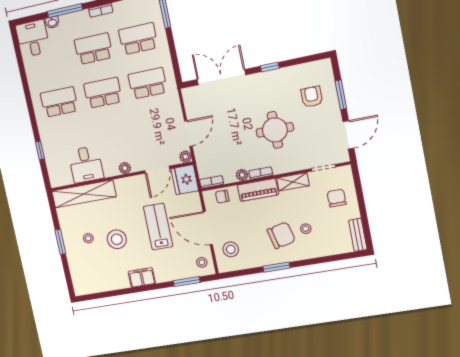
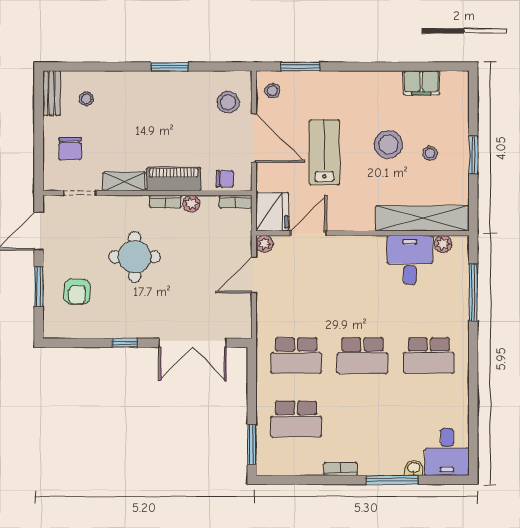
school desk: (93, 49) -> (362, 419), removed
window: (40, 150) -> (473, 293), width x2.17
plant: (125, 168) -> (443, 244), moved
lab bench: (158, 227) -> (324, 152), turned 180
stool: (306, 229) -> (86, 99), moved
chair: (281, 235) -> (154, 110), removed
filing cabinet: (142, 277) -> (421, 83), moved

